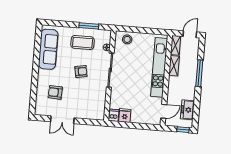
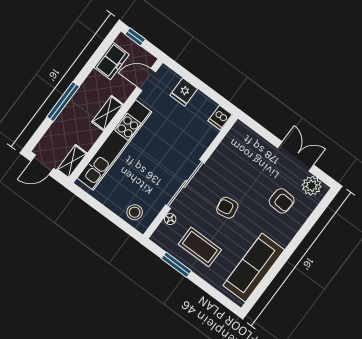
shelving: (174, 66) -> (108, 113), moved
plant: (45, 110) -> (312, 186), added
fridge: (125, 116) -> (184, 92), moved

